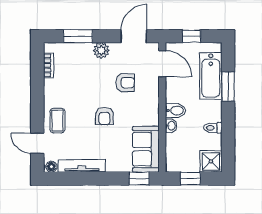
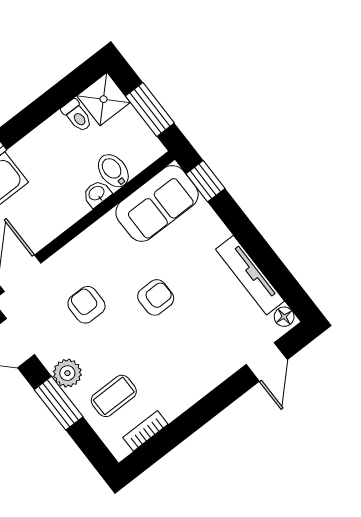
window: (78, 36) -> (59, 403), moved
bidet: (176, 110) -> (113, 171), moved
coffee table: (57, 121) -> (114, 396), moved
toilet: (213, 128) -> (77, 116), moved
window: (190, 179) -> (150, 110), width x1.50

